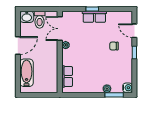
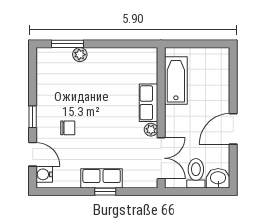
bathtub: (27, 73) -> (176, 80), moved, turned 180
row of seats: (67, 76) -> (148, 103), moved
water cooler: (128, 88) -> (44, 174), moved

